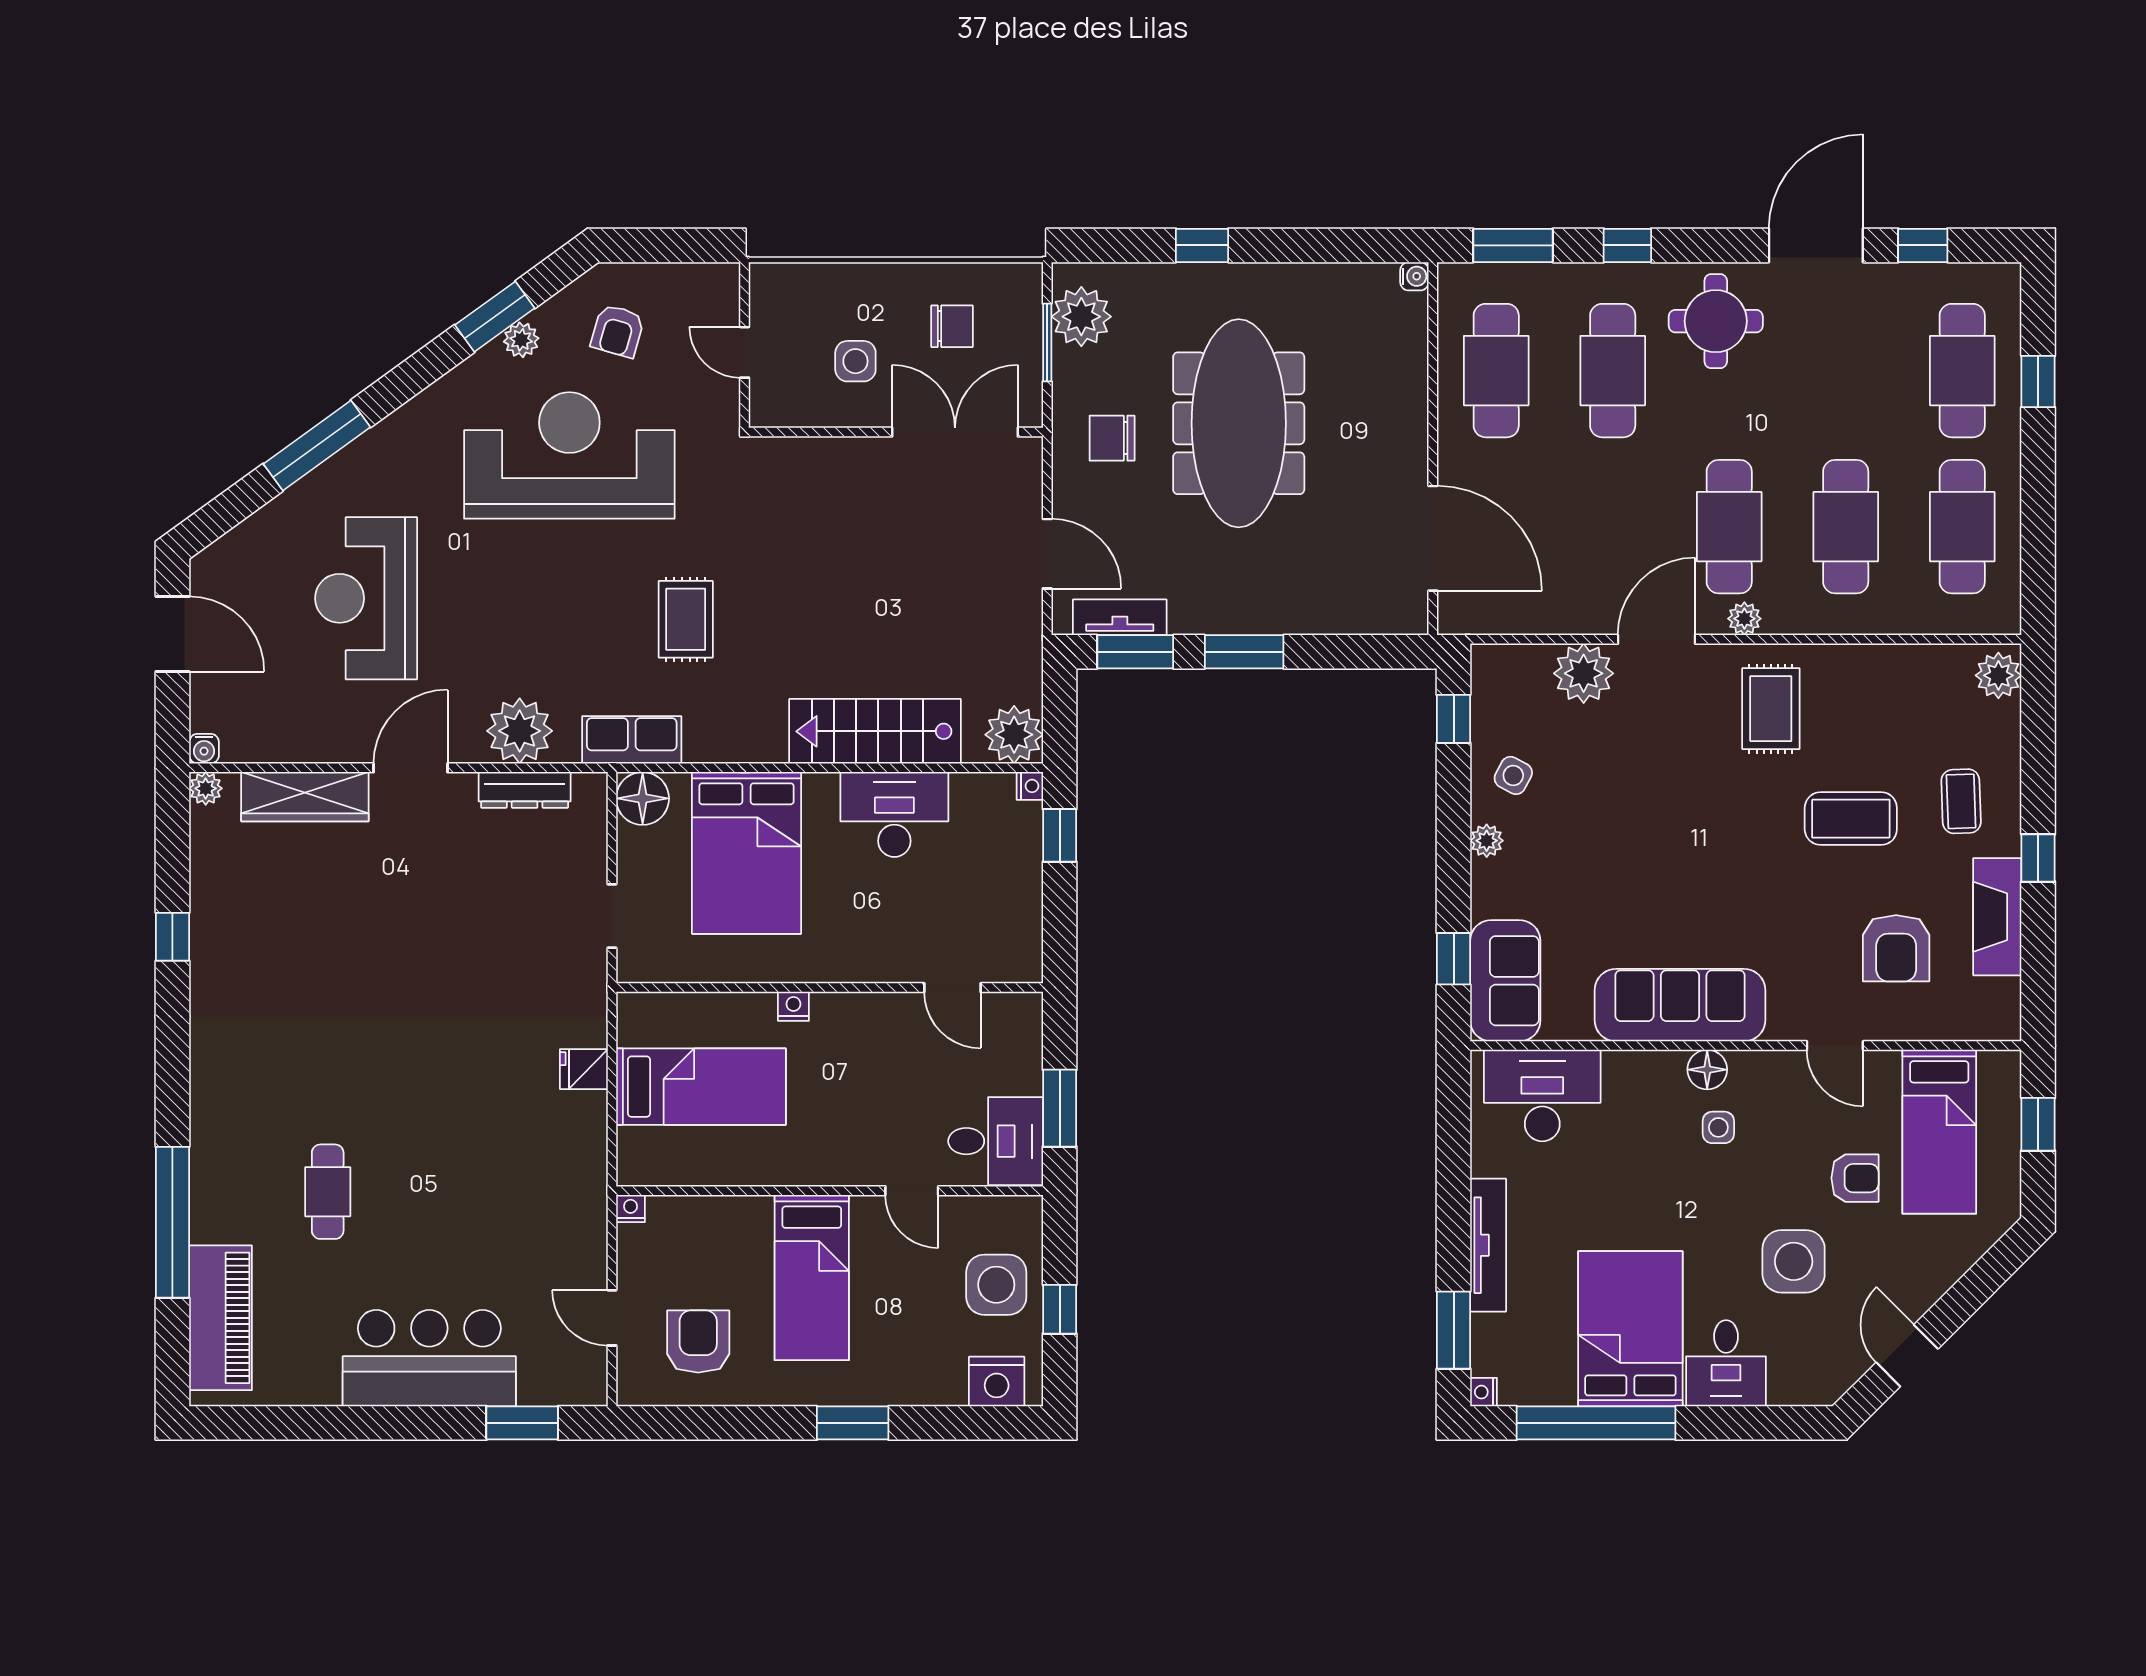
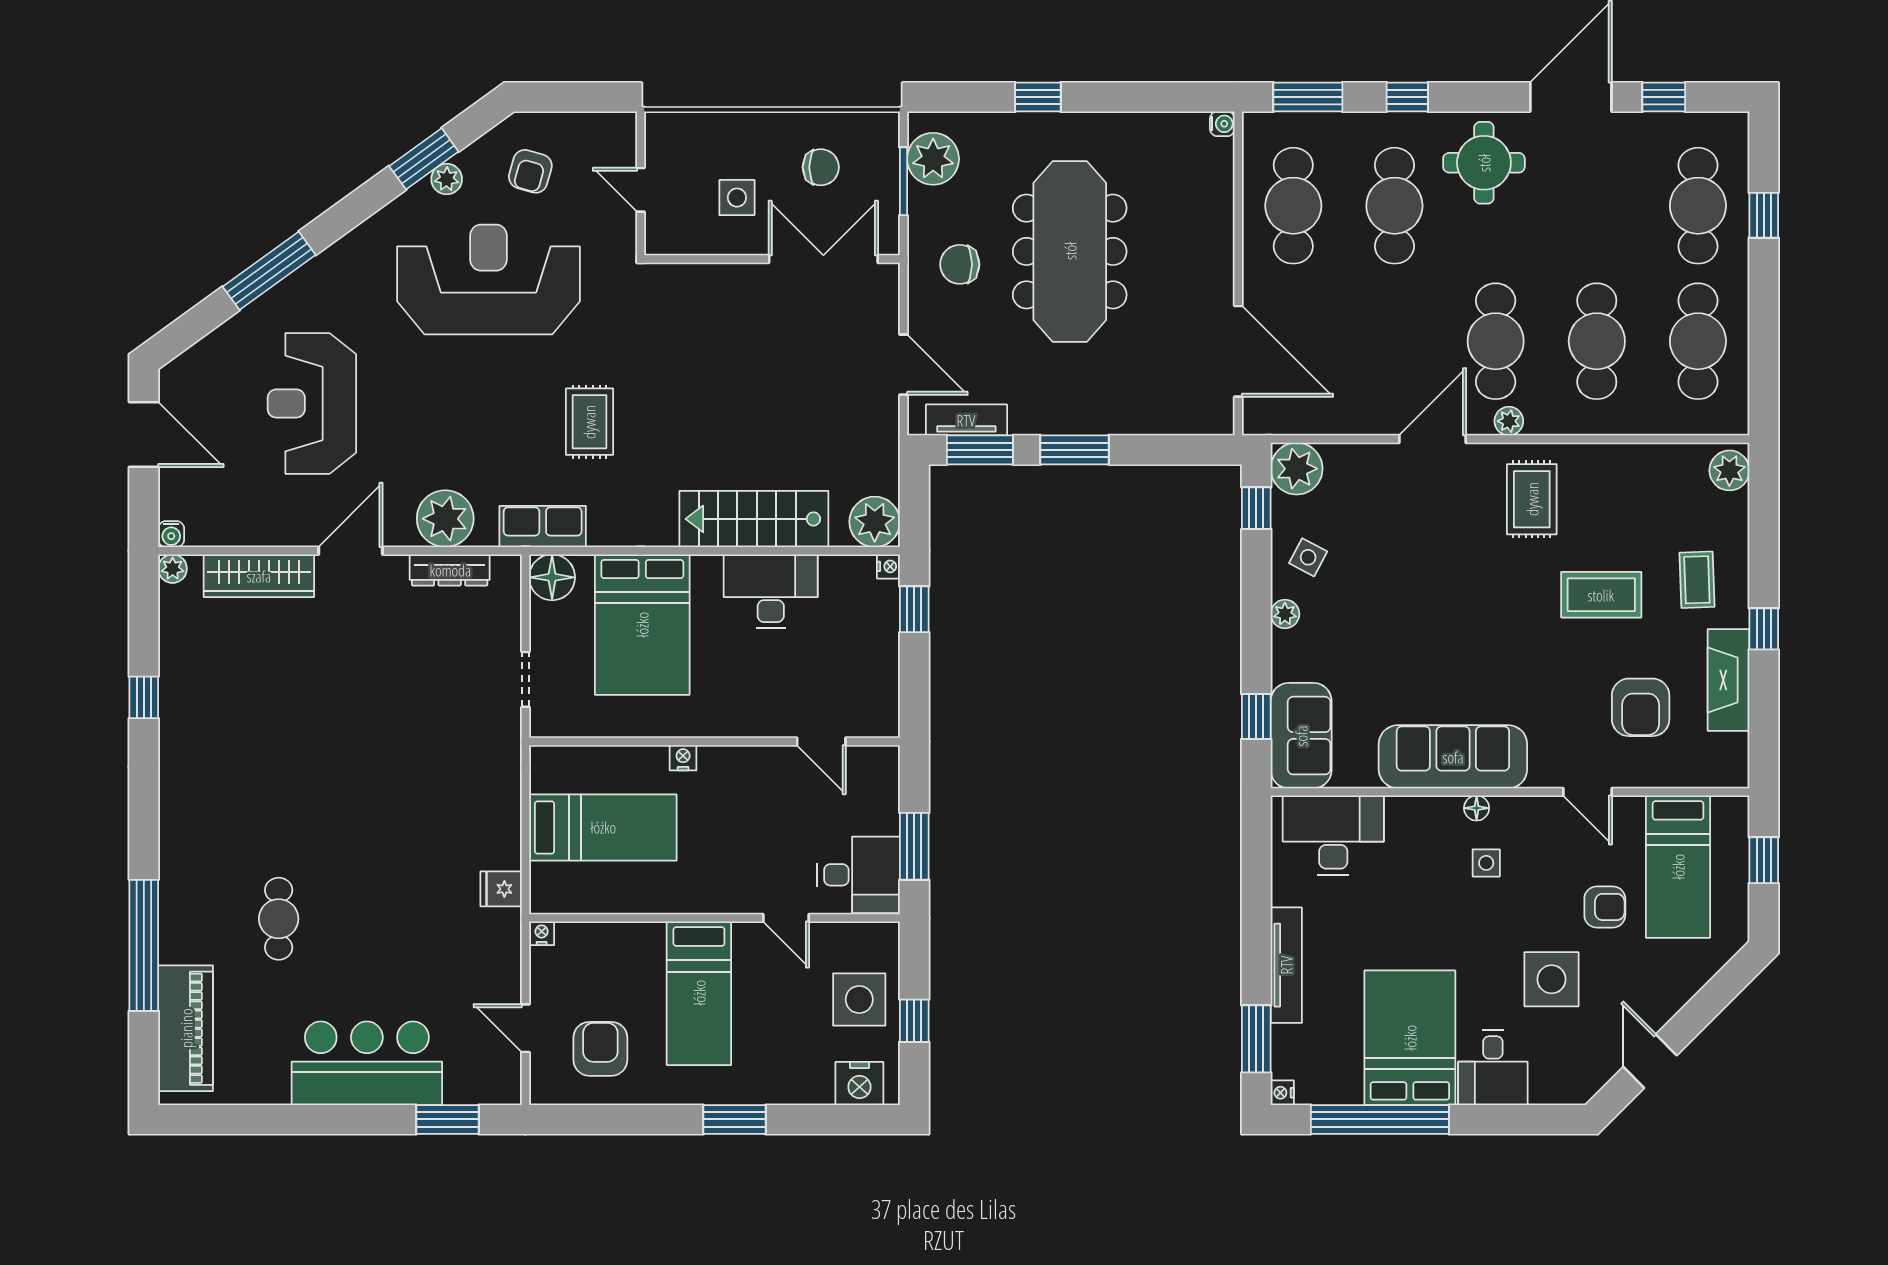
plant: (1584, 673) -> (1297, 469), moved
fridge: (584, 1069) -> (501, 889), moved
floor lamp: (1707, 1070) -> (1477, 808), width x0.73, depth x0.73

